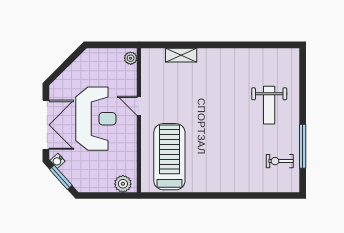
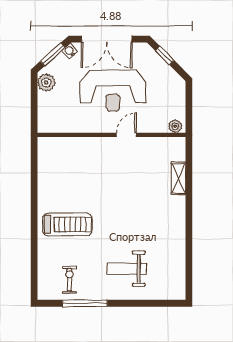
window: (62, 68) -> (165, 55), added
treadmill: (169, 157) -> (67, 224), moved, width x0.73, depth x0.73
plant: (123, 184) -> (46, 83), moved

